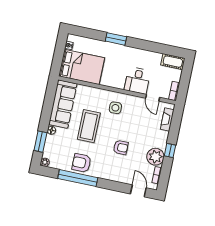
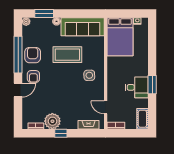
window: (116, 39) -> (152, 85), moved
desk: (137, 81) -> (137, 87), moved, turned 180
door: (153, 98) -> (106, 107), hinge flipped
armchair: (121, 147) -> (33, 76), moved
door: (138, 191) -> (18, 90), moved

